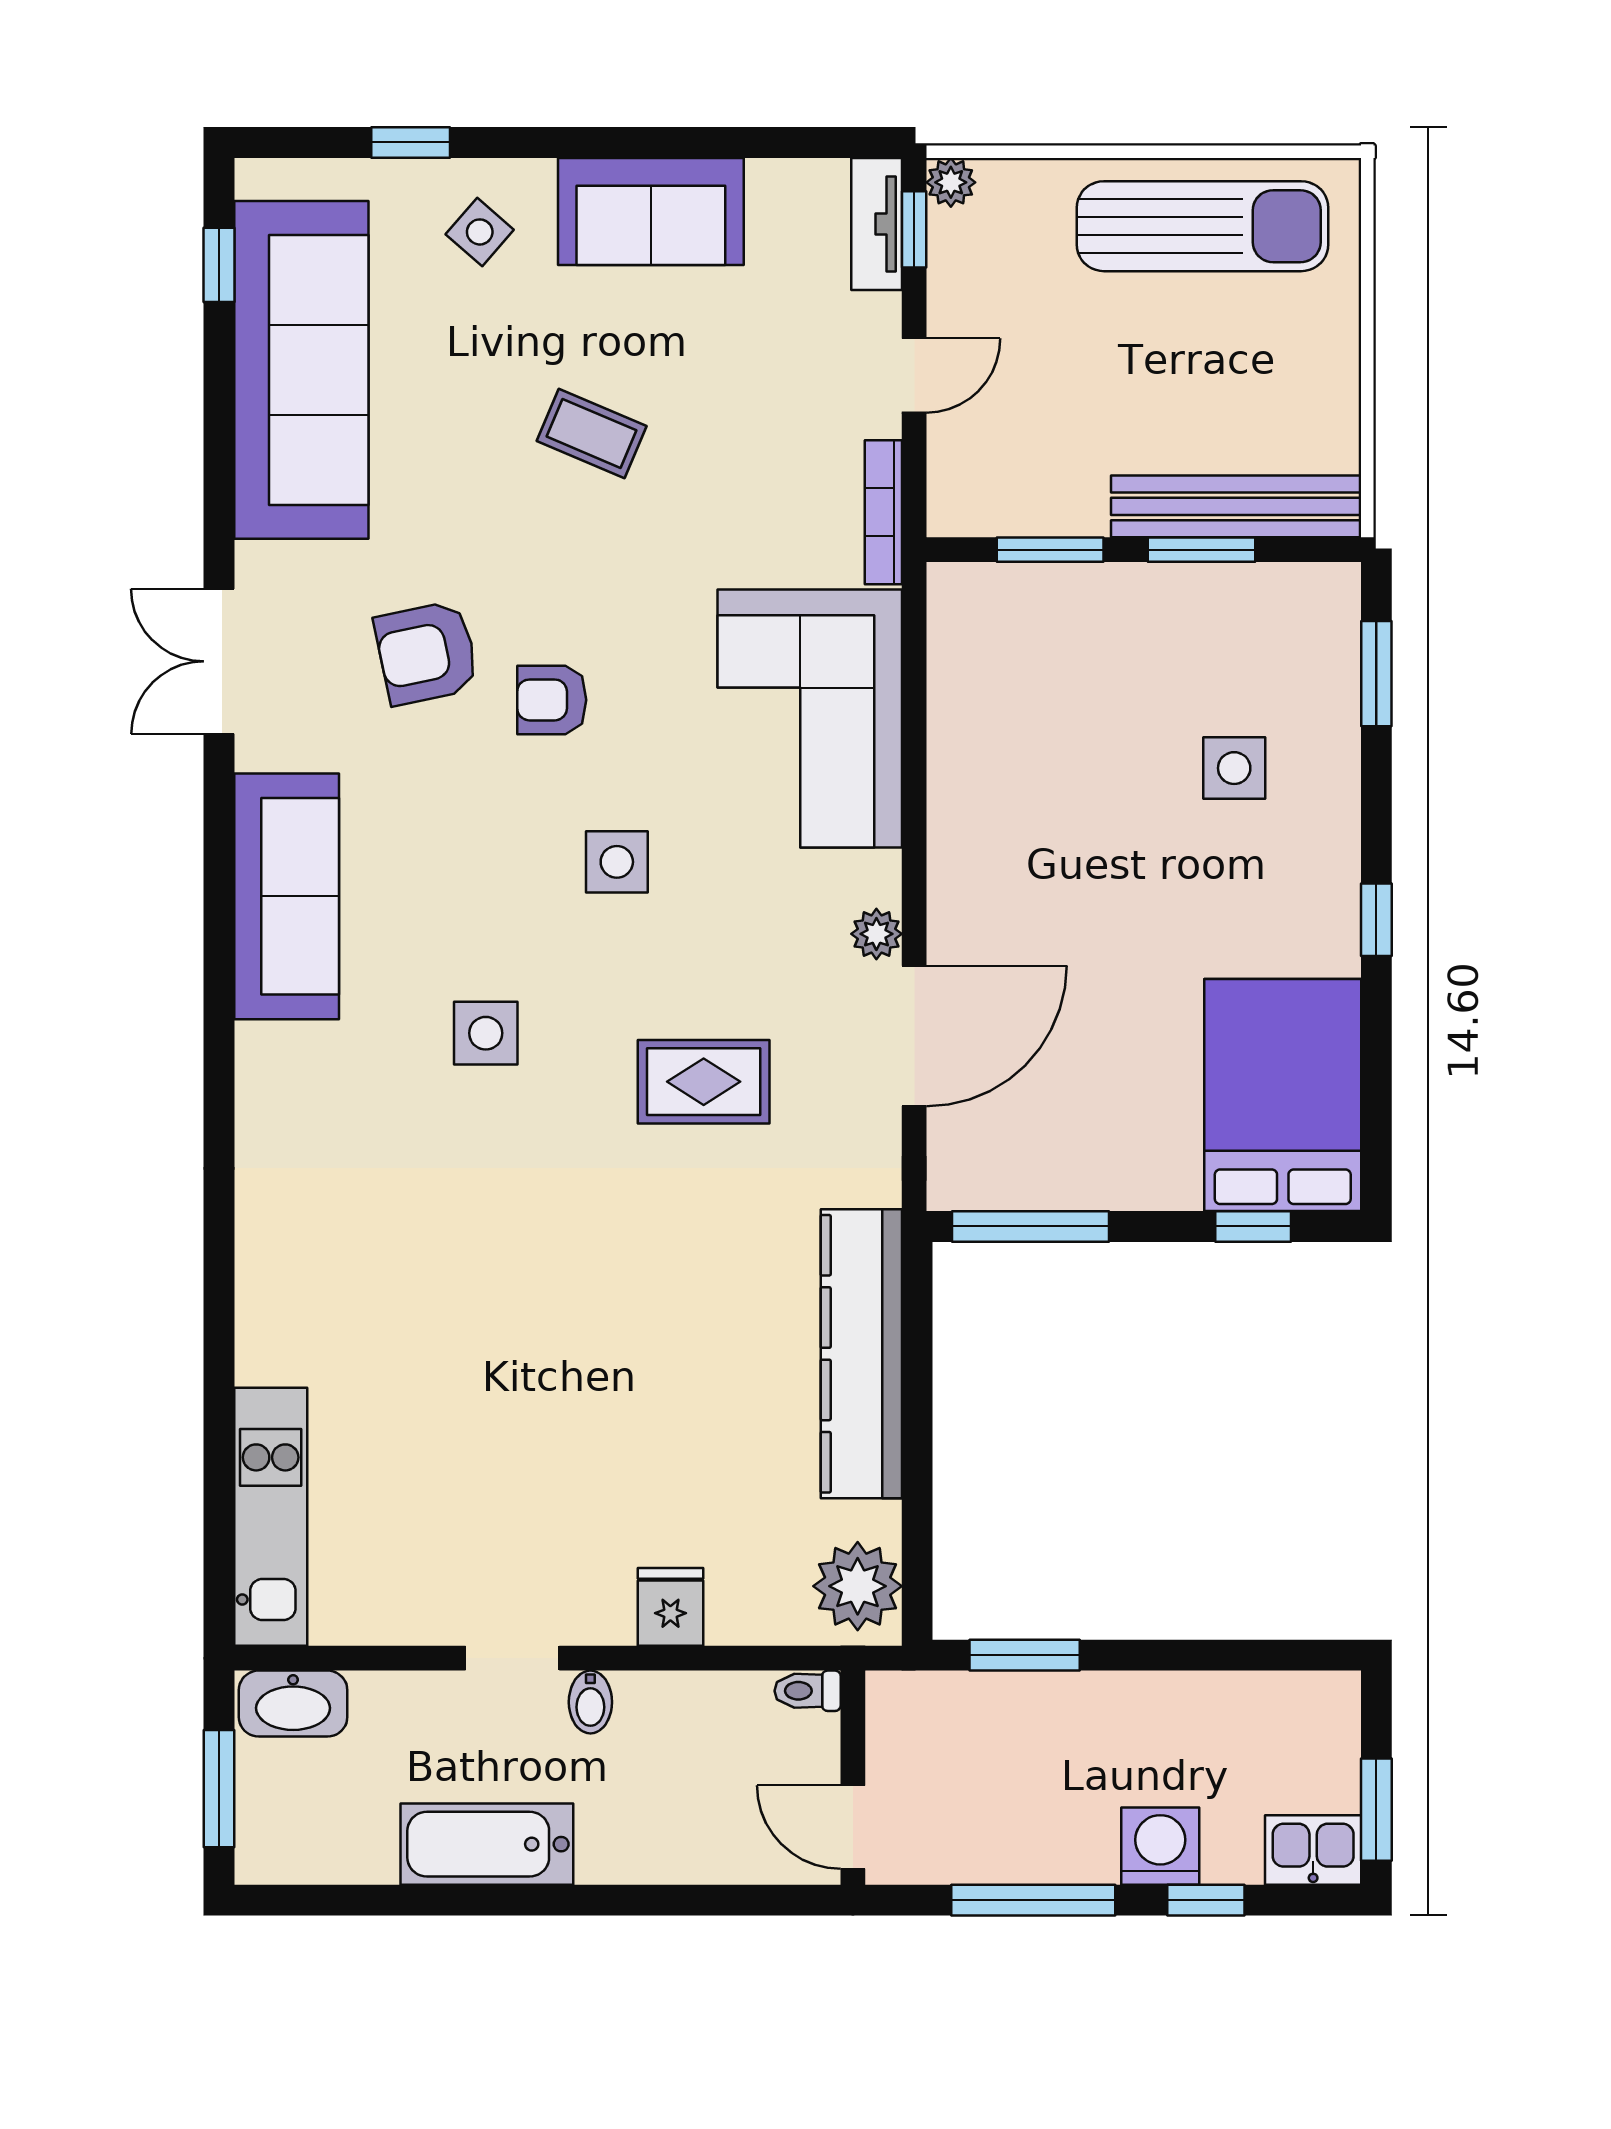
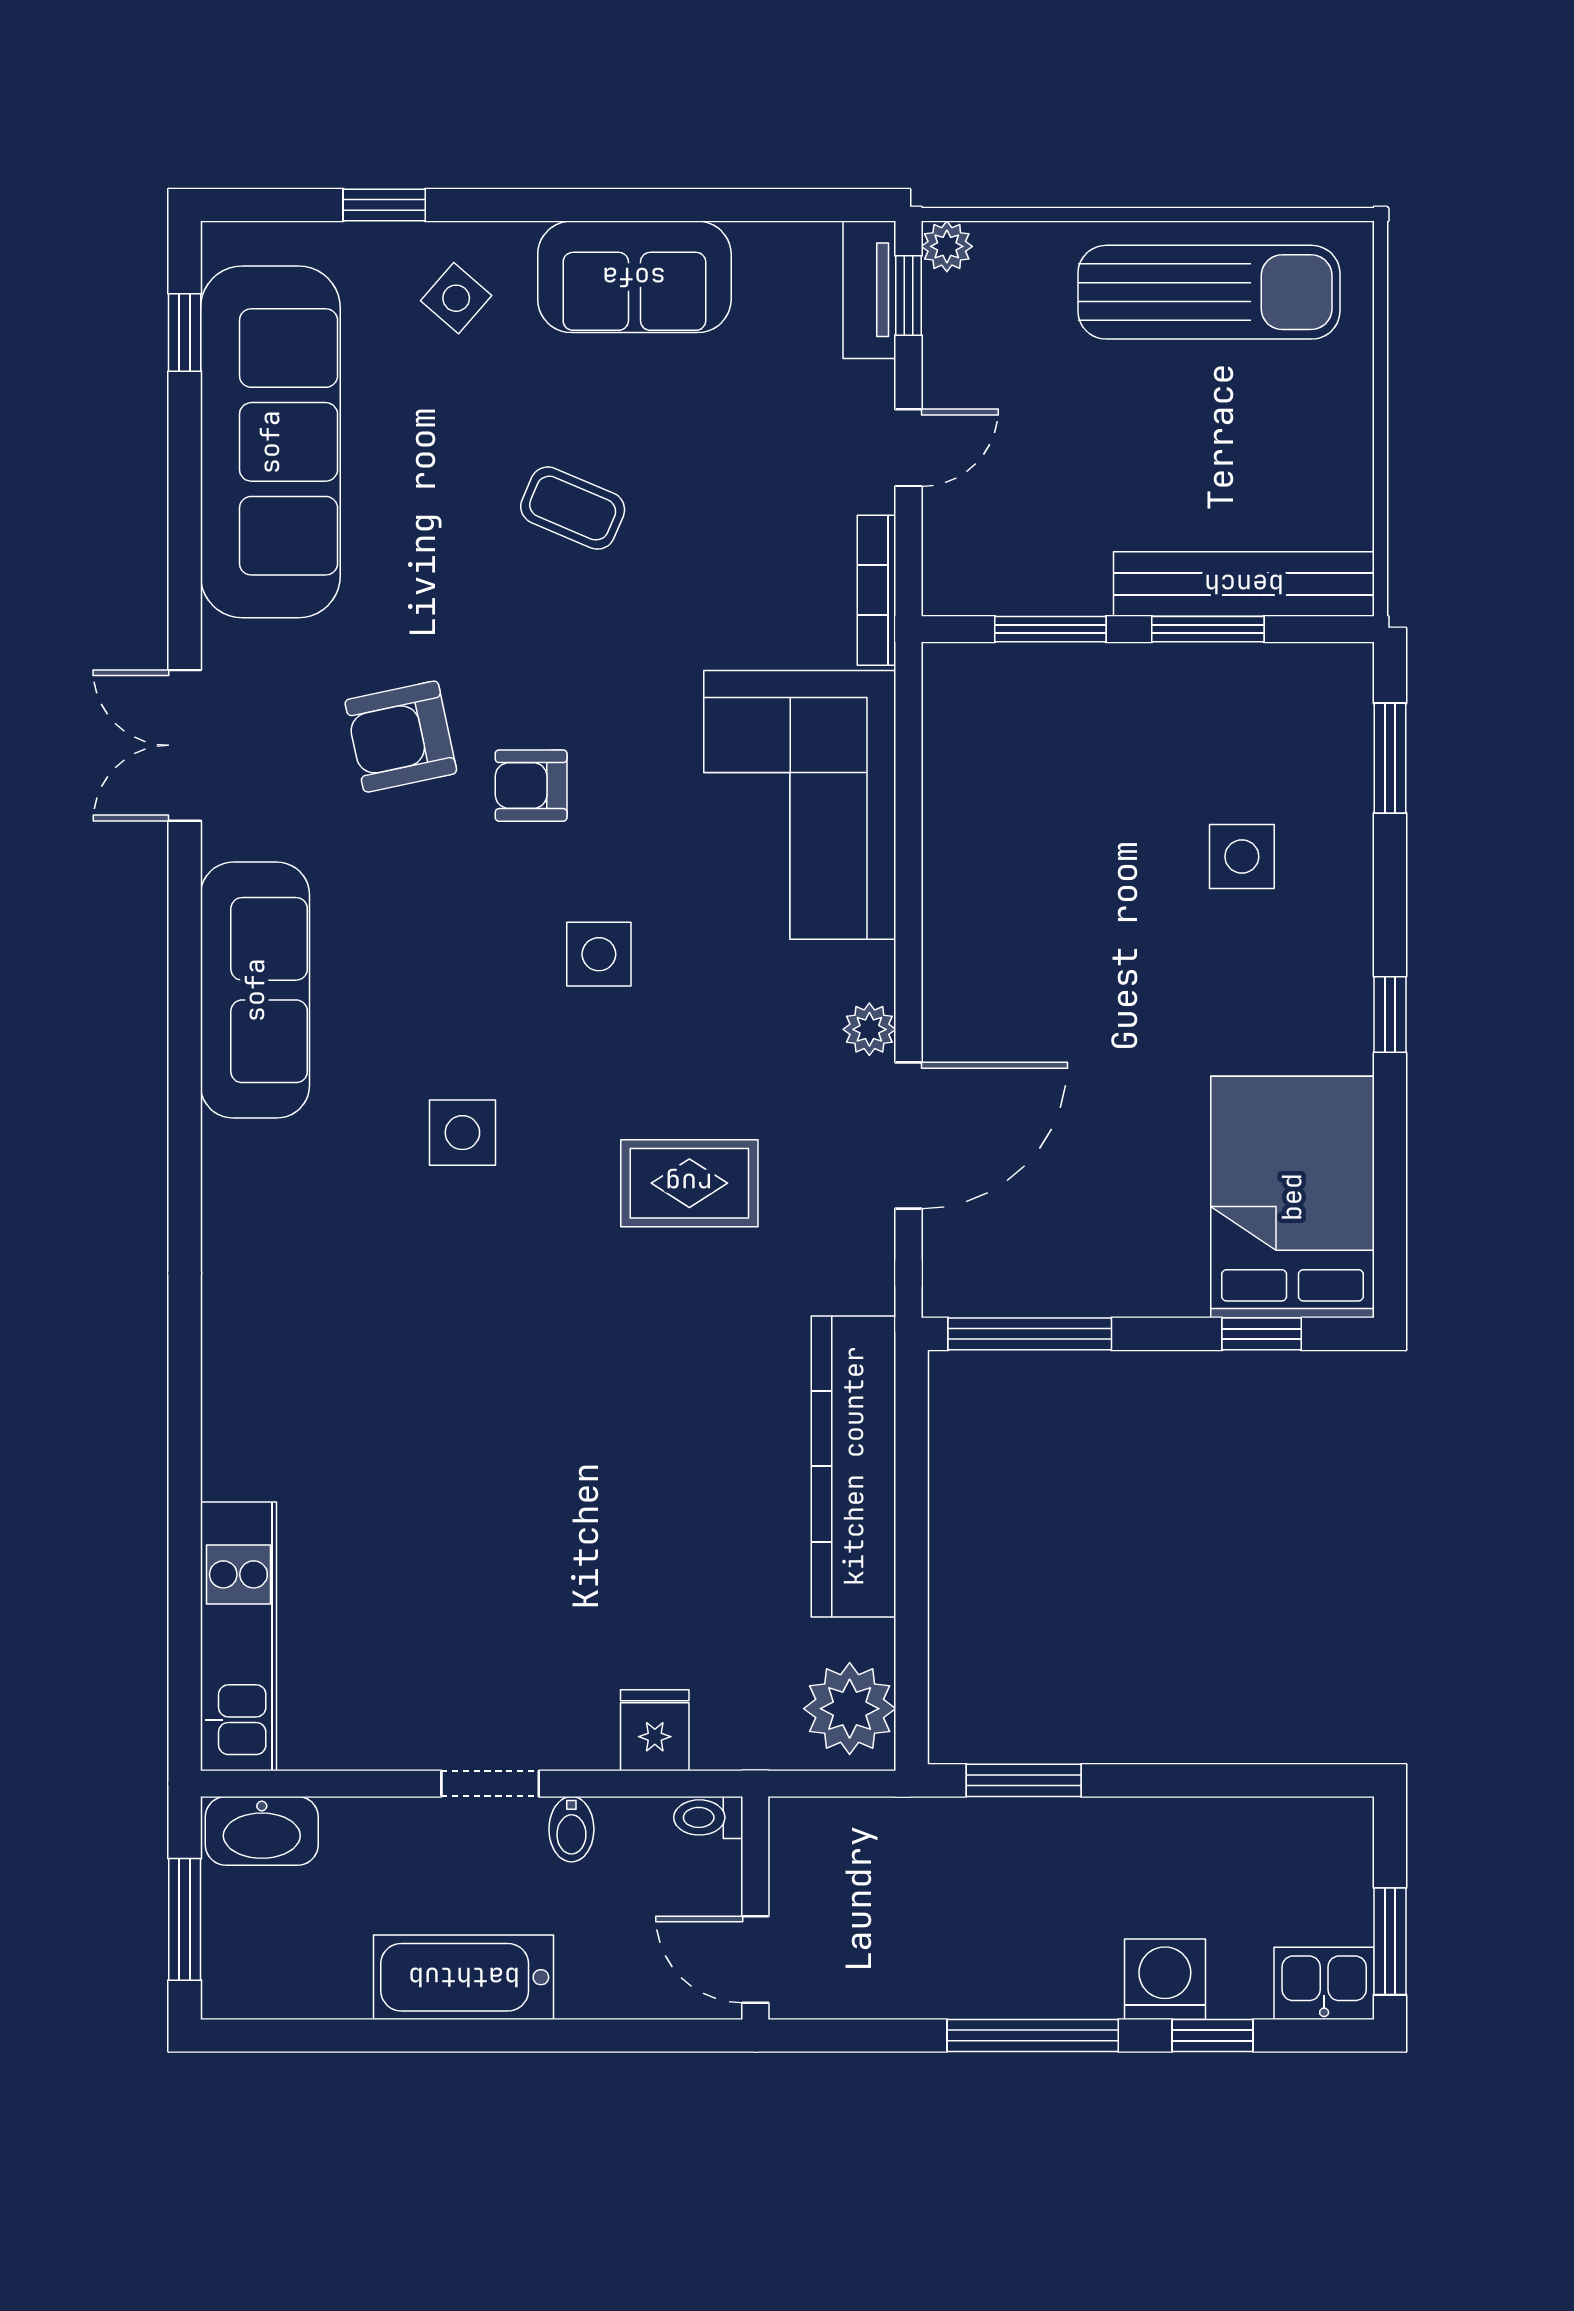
toilet: (808, 1691) -> (708, 1817), moved
wall: (853, 1778) -> (755, 1908), moved
door: (853, 1827) -> (755, 1960), moved

